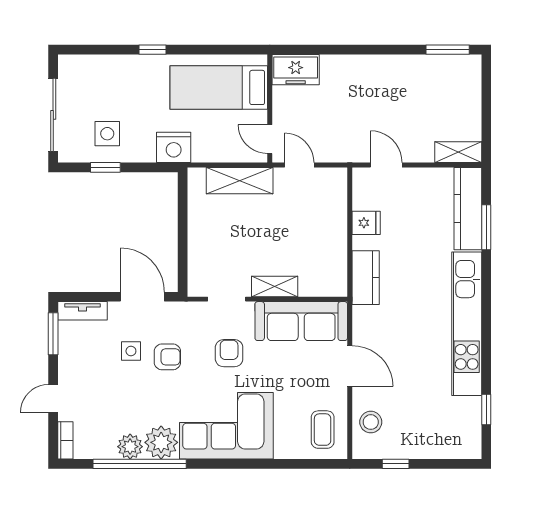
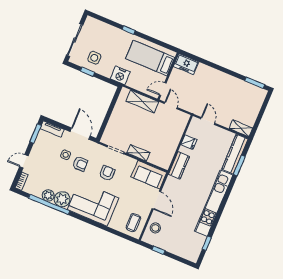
door: (270, 139) -> (163, 89), hinge flipped
sofa: (301, 321) -> (149, 175), width x0.73

